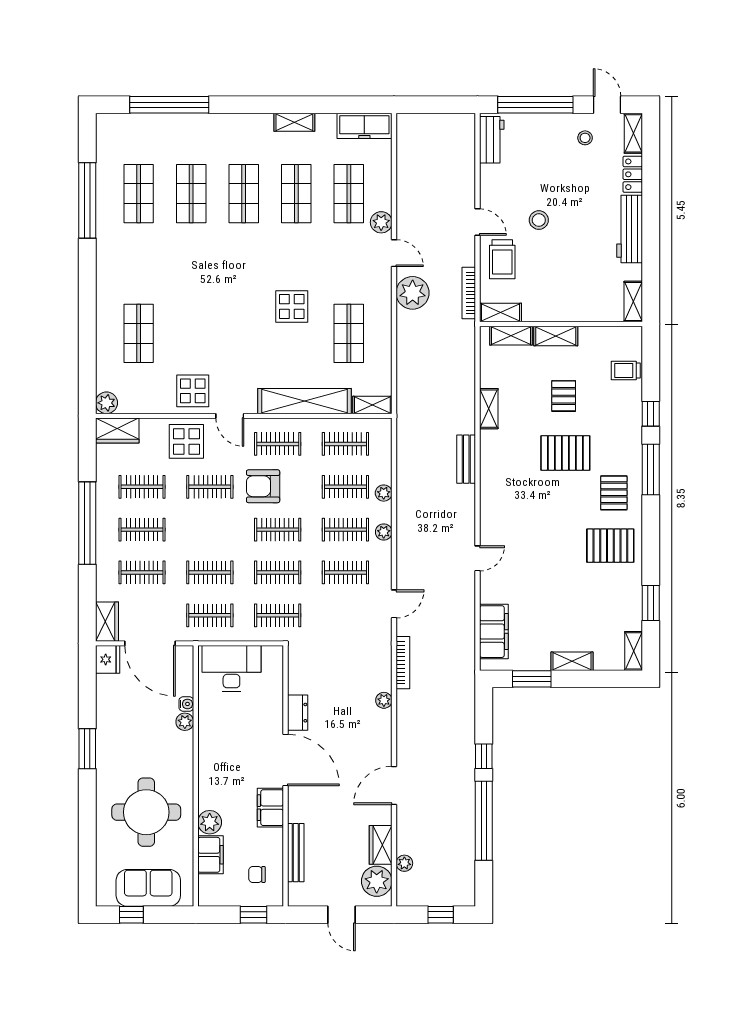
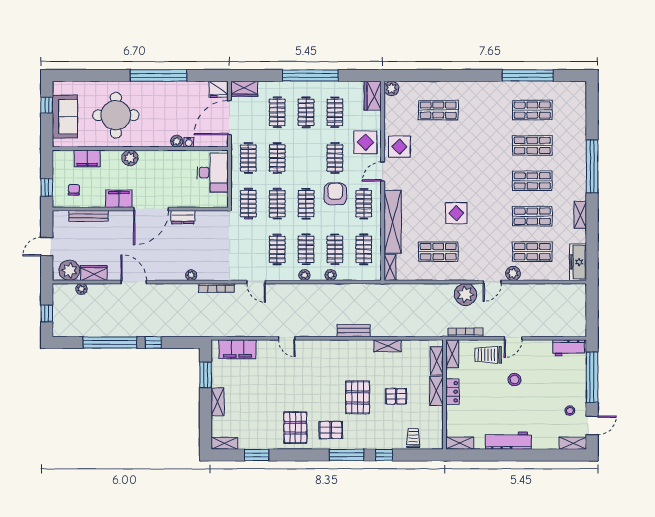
window: (169, 105) -> (592, 166), moved
locker: (633, 174) -> (452, 392), moved, turned 90
window: (87, 749) -> (159, 75), width x2.11
plant: (210, 822) -> (130, 158), moved

